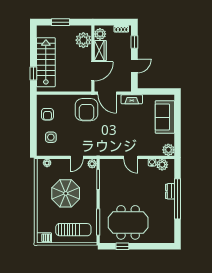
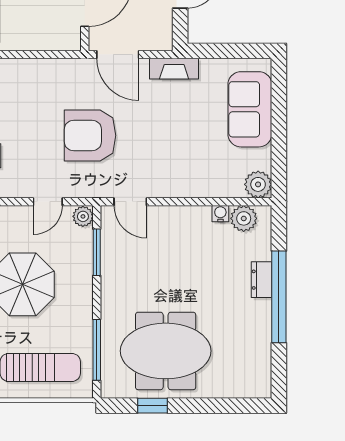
armchair: (87, 110) -> (90, 135), moved, turned 90
door: (131, 157) -> (130, 202), moved

